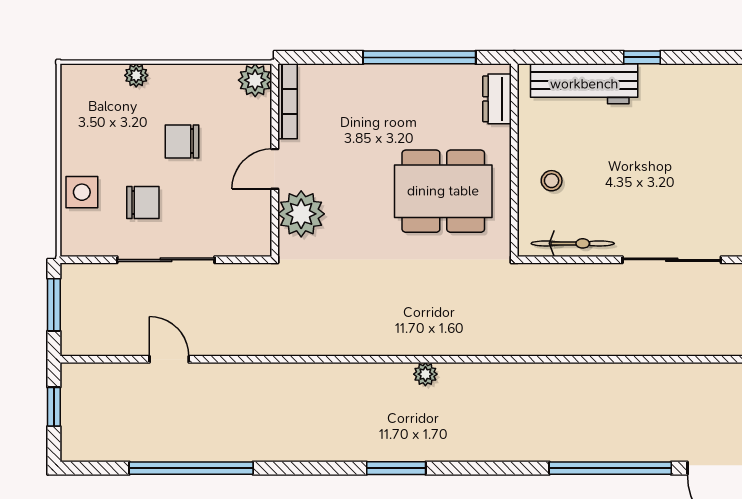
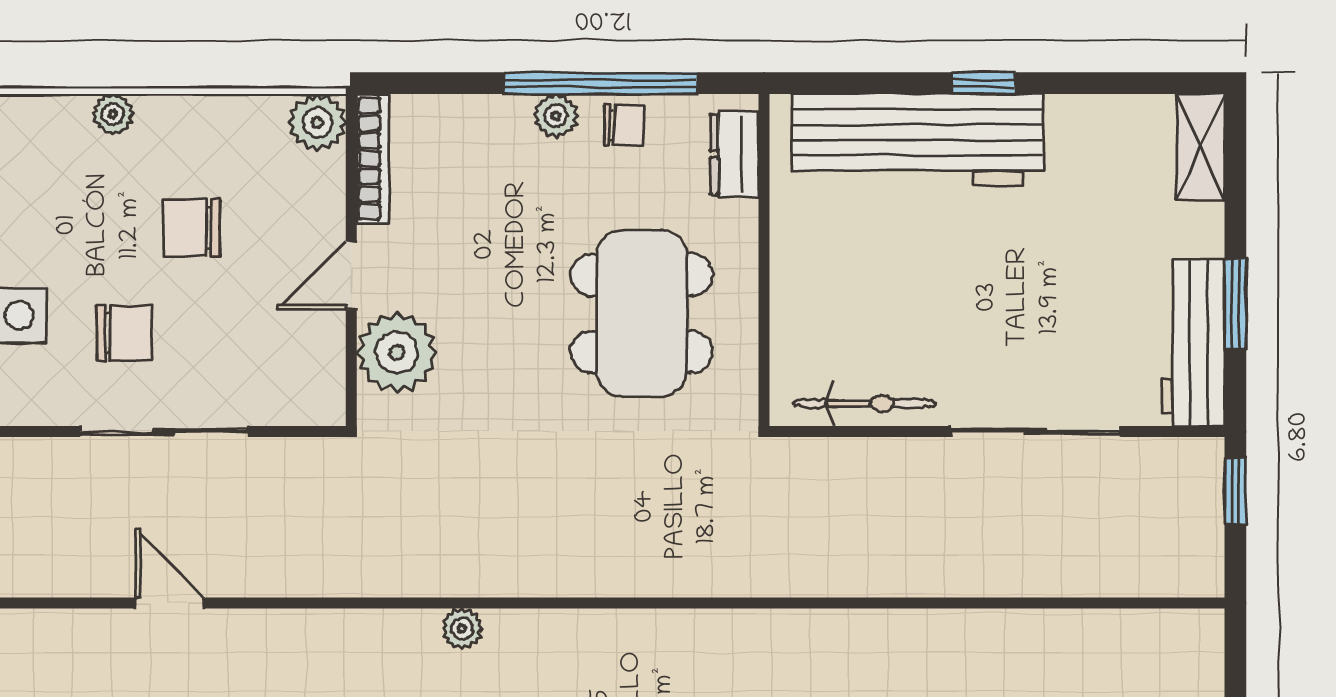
plant: (394, 76) -> (556, 116), added
chair: (433, 82) -> (624, 126), added
workbench: (584, 84) -> (917, 140), width x1.36, depth x1.32
stool: (552, 181) -> (828, 295), removed
dining table: (443, 191) -> (642, 313), turned 90
plant: (425, 374) -> (462, 629), moved

